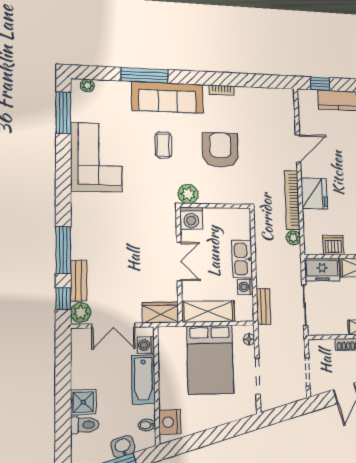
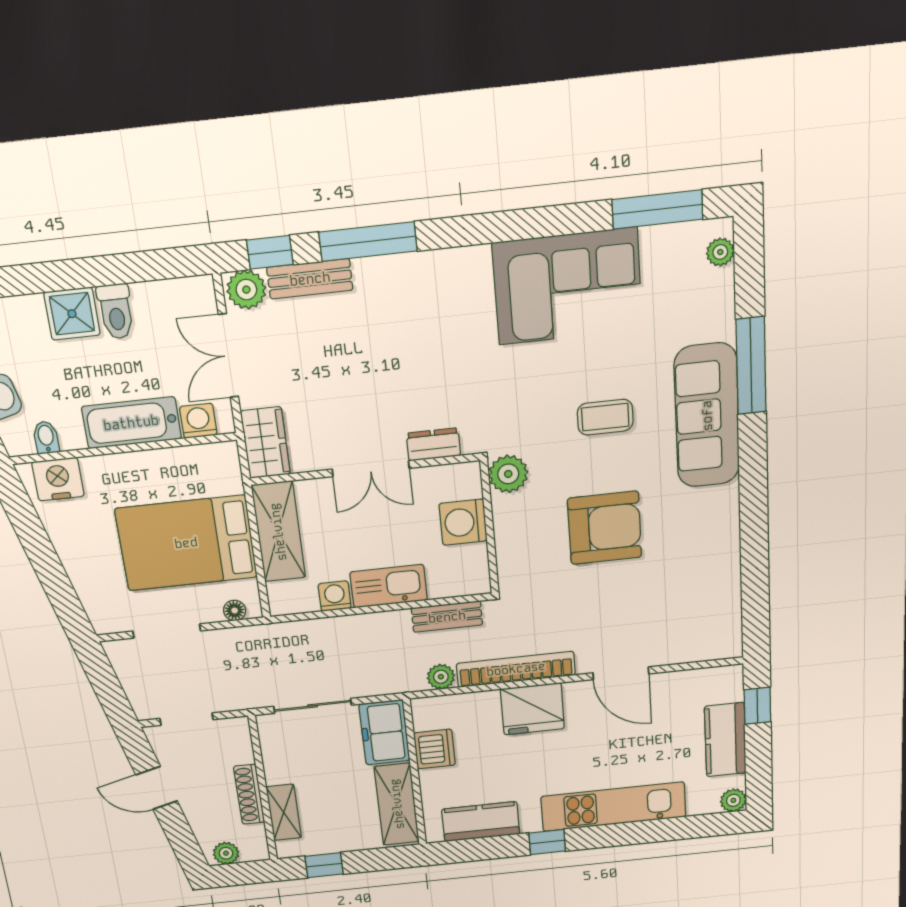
bookcase: (222, 90) -> (730, 520), removed
washing machine: (191, 218) -> (463, 522), moved
dresser: (169, 229) -> (433, 444), added
bench: (264, 306) -> (447, 617), moved
toilet: (85, 425) -> (116, 311), moved

